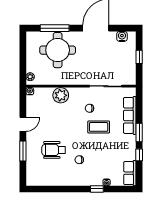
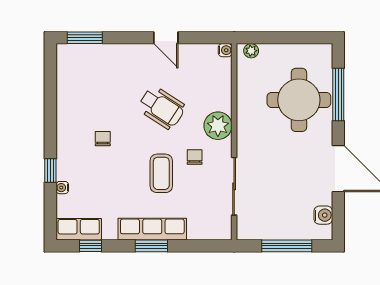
window: (139, 57) -> (287, 246), width x2.17
plant: (61, 95) -> (218, 126), moved
row of seats: (130, 115) -> (152, 229), moved
wheelchair: (54, 150) -> (162, 107), moved, turned 123
window: (23, 151) -> (85, 38), moved
window: (139, 155) -> (90, 246), moved

